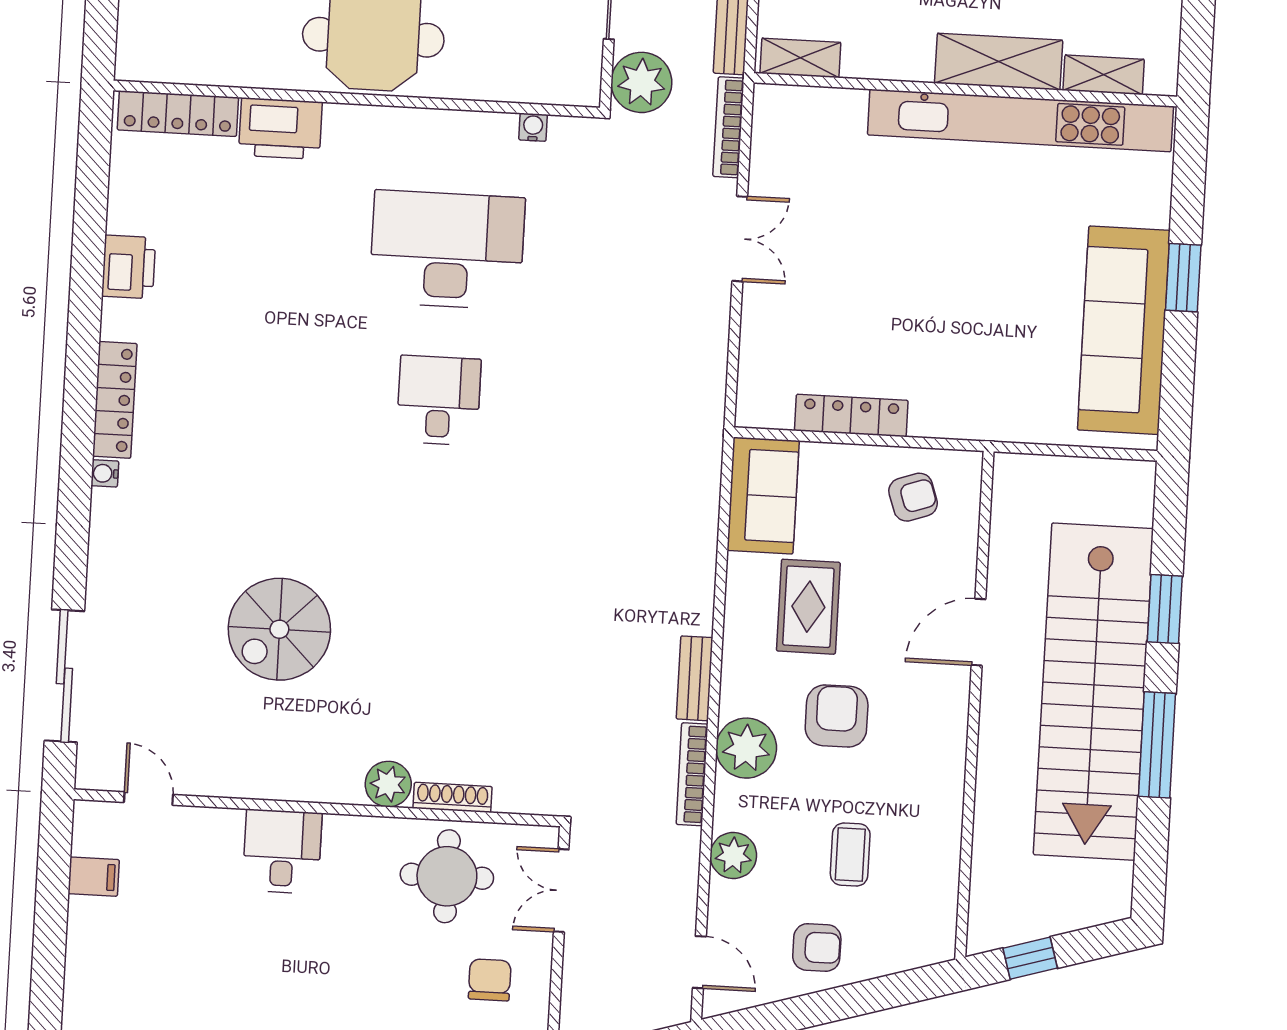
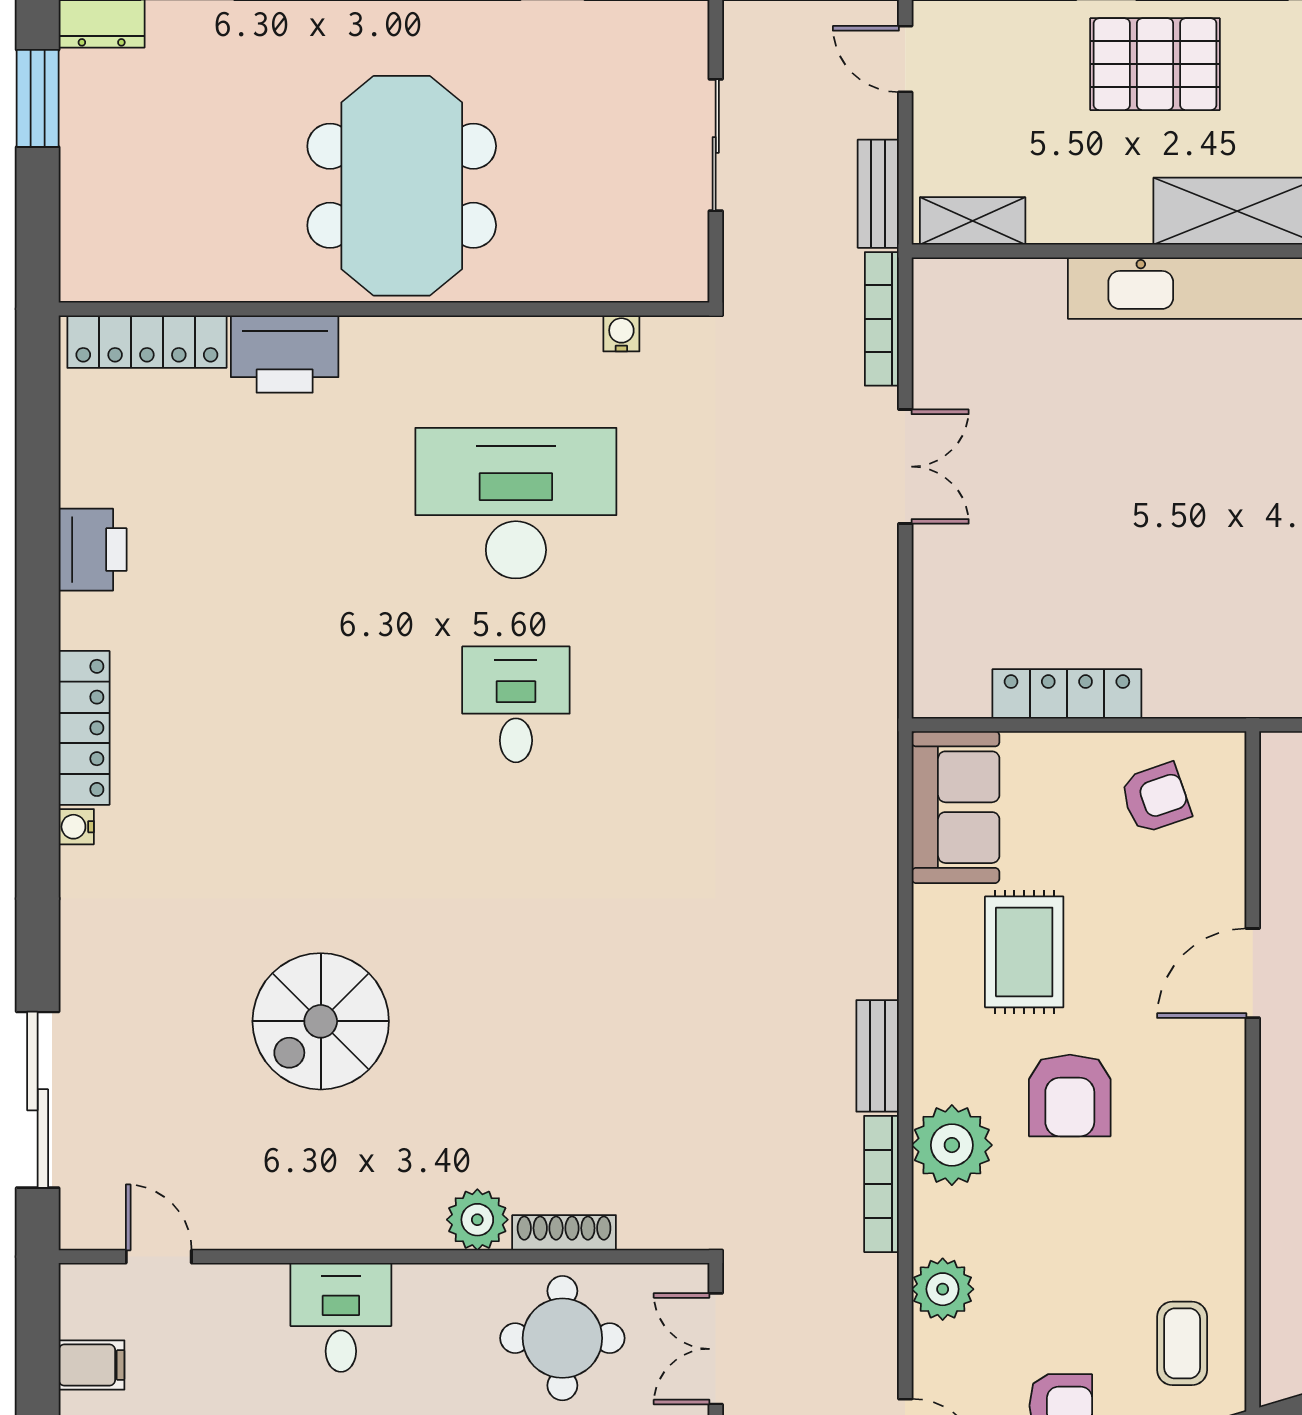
plant: (641, 82) -> (762, 265), removed
armchair: (837, 716) -> (1070, 1096), turned 180
coffee table: (850, 855) -> (1182, 1343), moved

